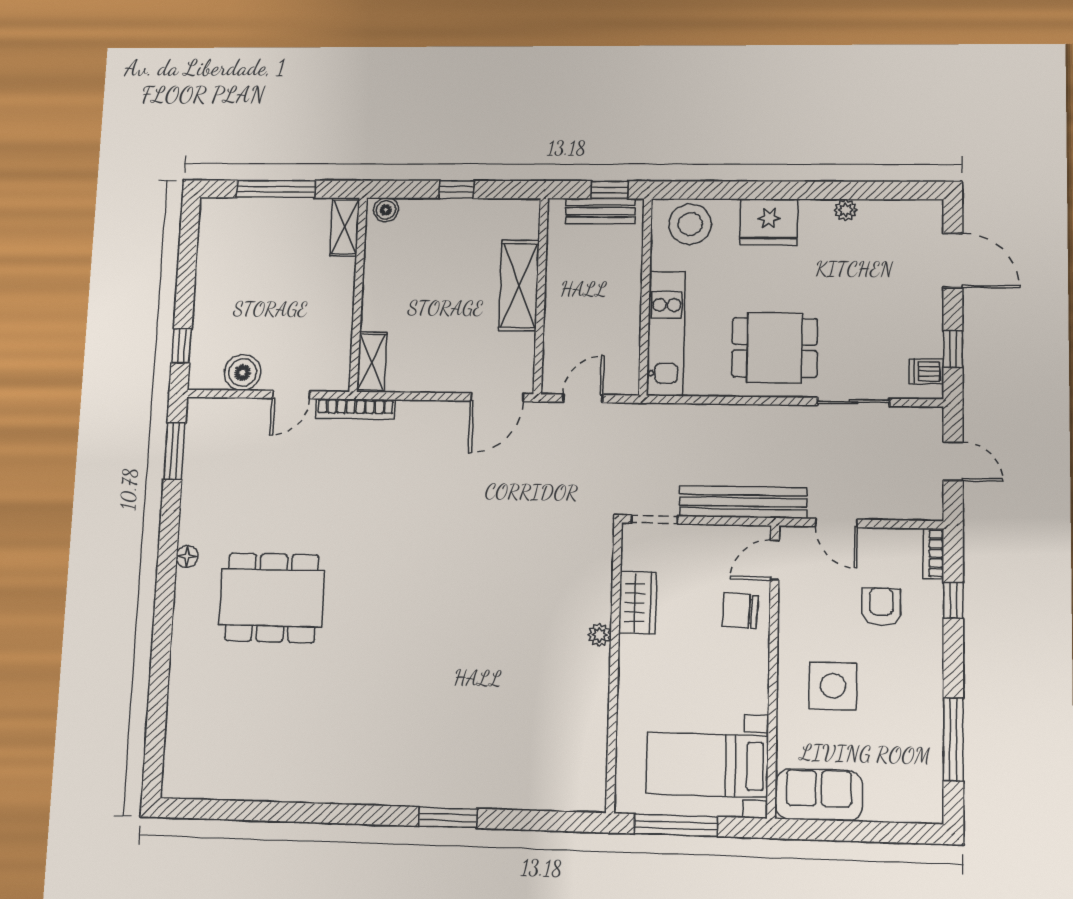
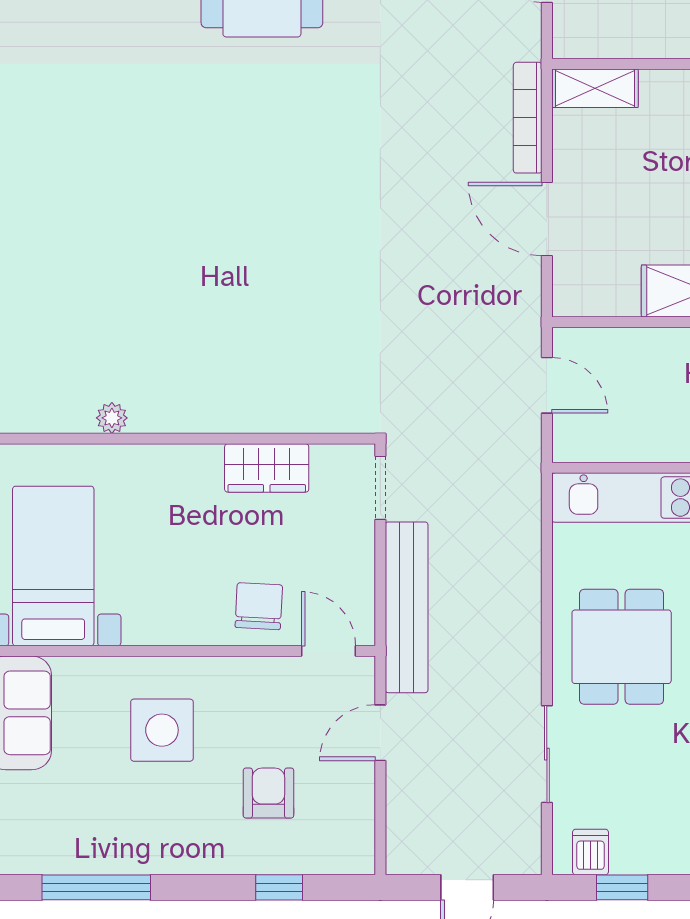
door: (497, 397) -> (547, 219), moved
bookcase: (355, 409) -> (528, 118), moved
bookcase: (933, 553) -> (342, 861), removed
armchair: (881, 607) -> (268, 793), turned -90
plant: (600, 635) -> (112, 418), moved

